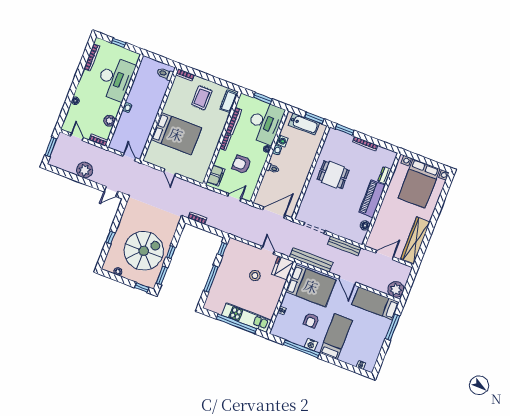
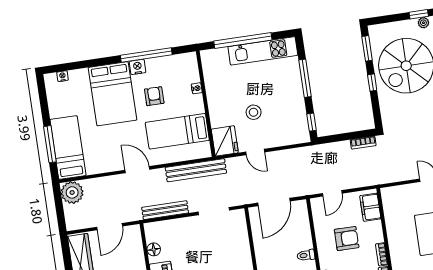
bed: (311, 286) -> (177, 131), width x0.67
window: (142, 287) -> (419, 14), moved
bed: (376, 303) -> (68, 147), moved, turned -90
kitchen unit: (246, 318) -> (263, 51), moved
bed: (336, 337) -> (113, 94), width x1.50

